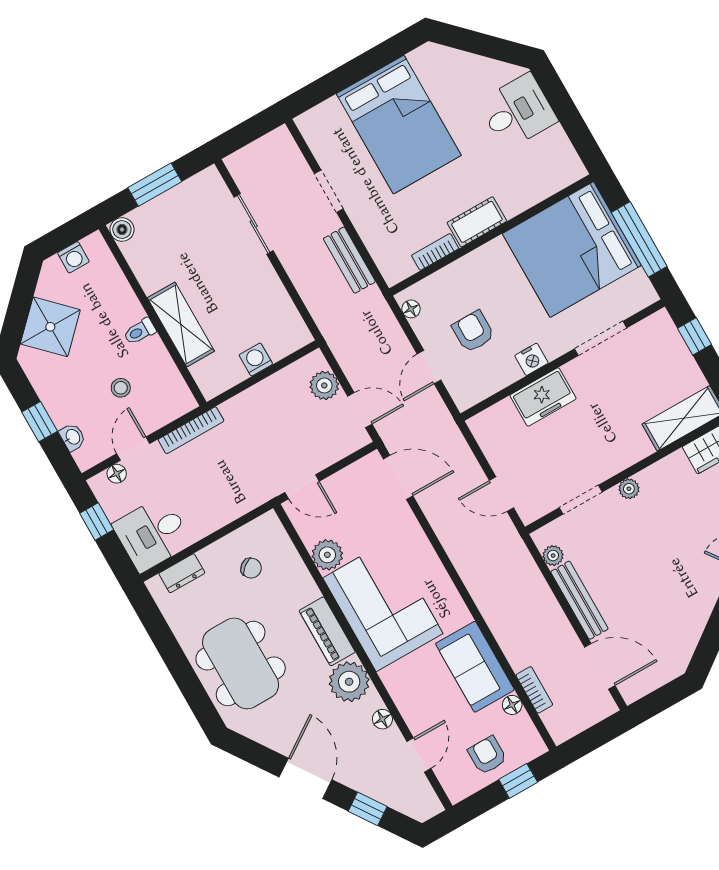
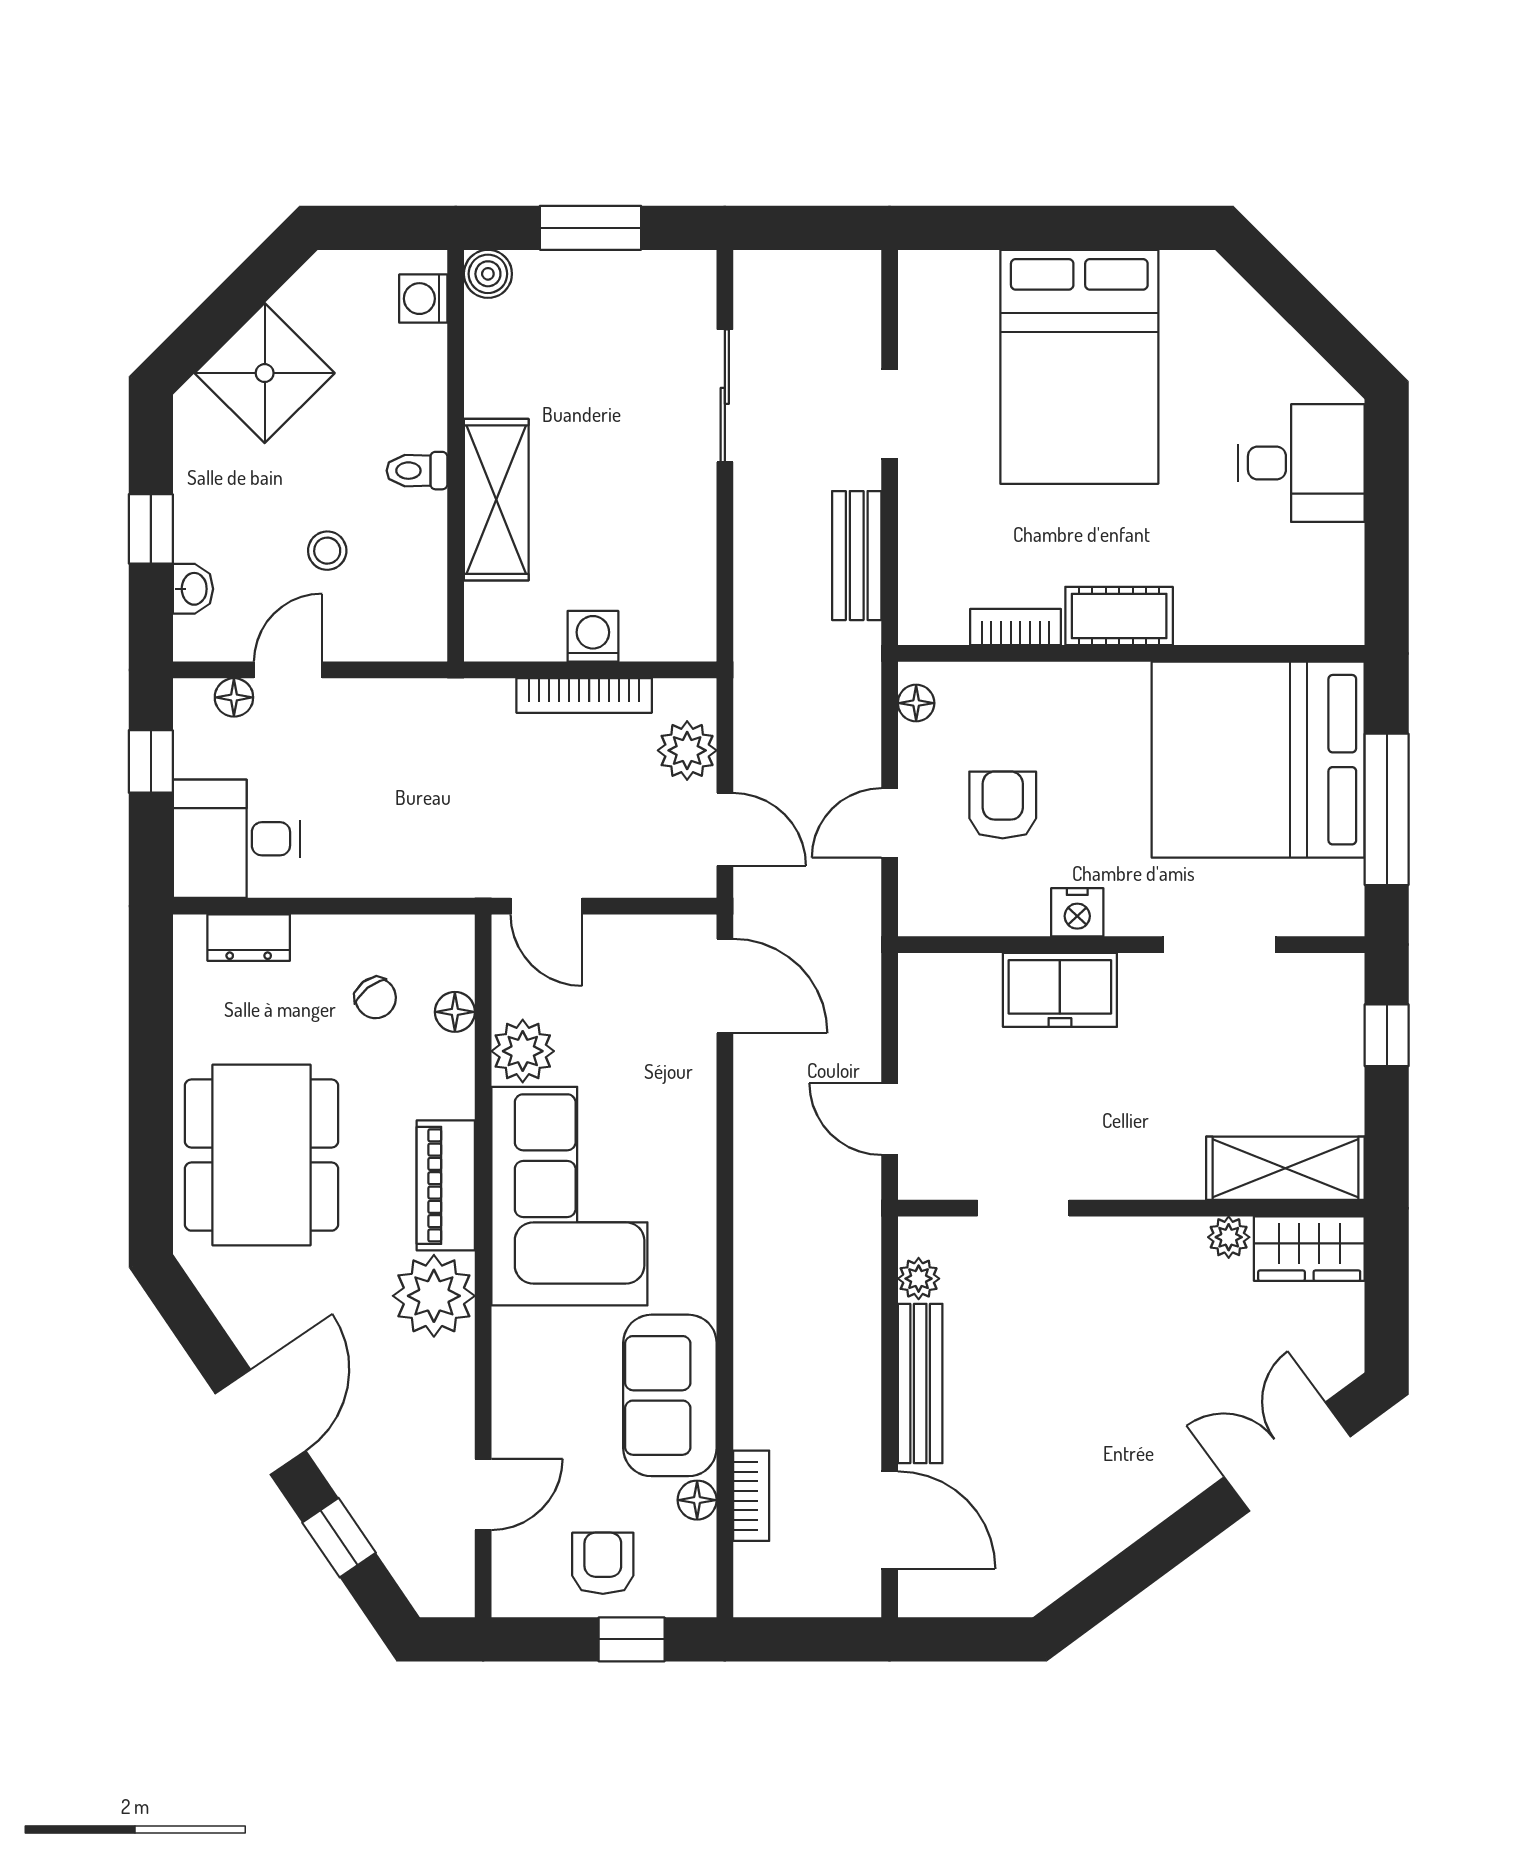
washing machine: (73, 257) -> (423, 299), moved, turned 90
bookcase: (191, 430) -> (584, 696), moved
plant: (629, 489) -> (1229, 1237), moved
floor lamp: (382, 719) -> (455, 1012), moved

